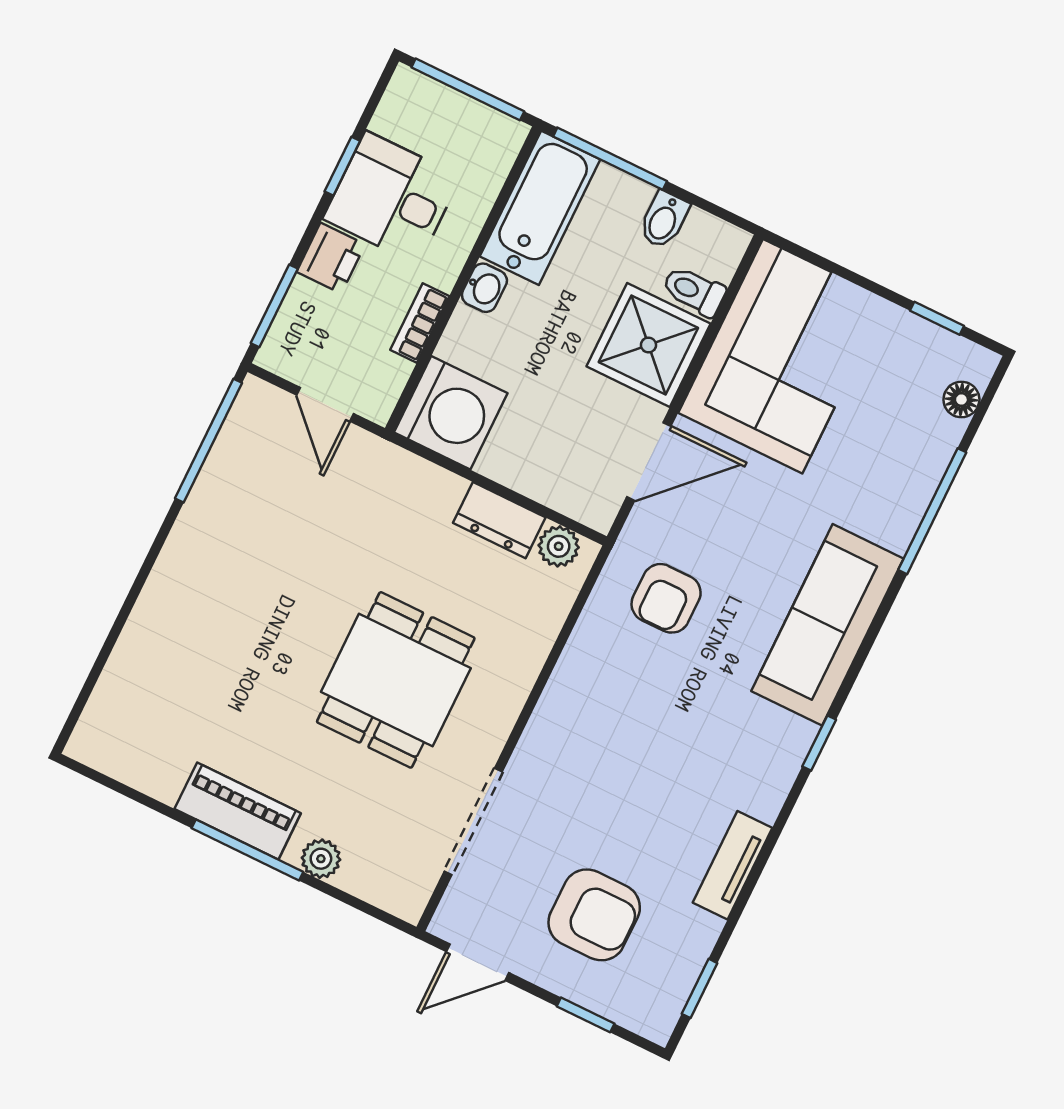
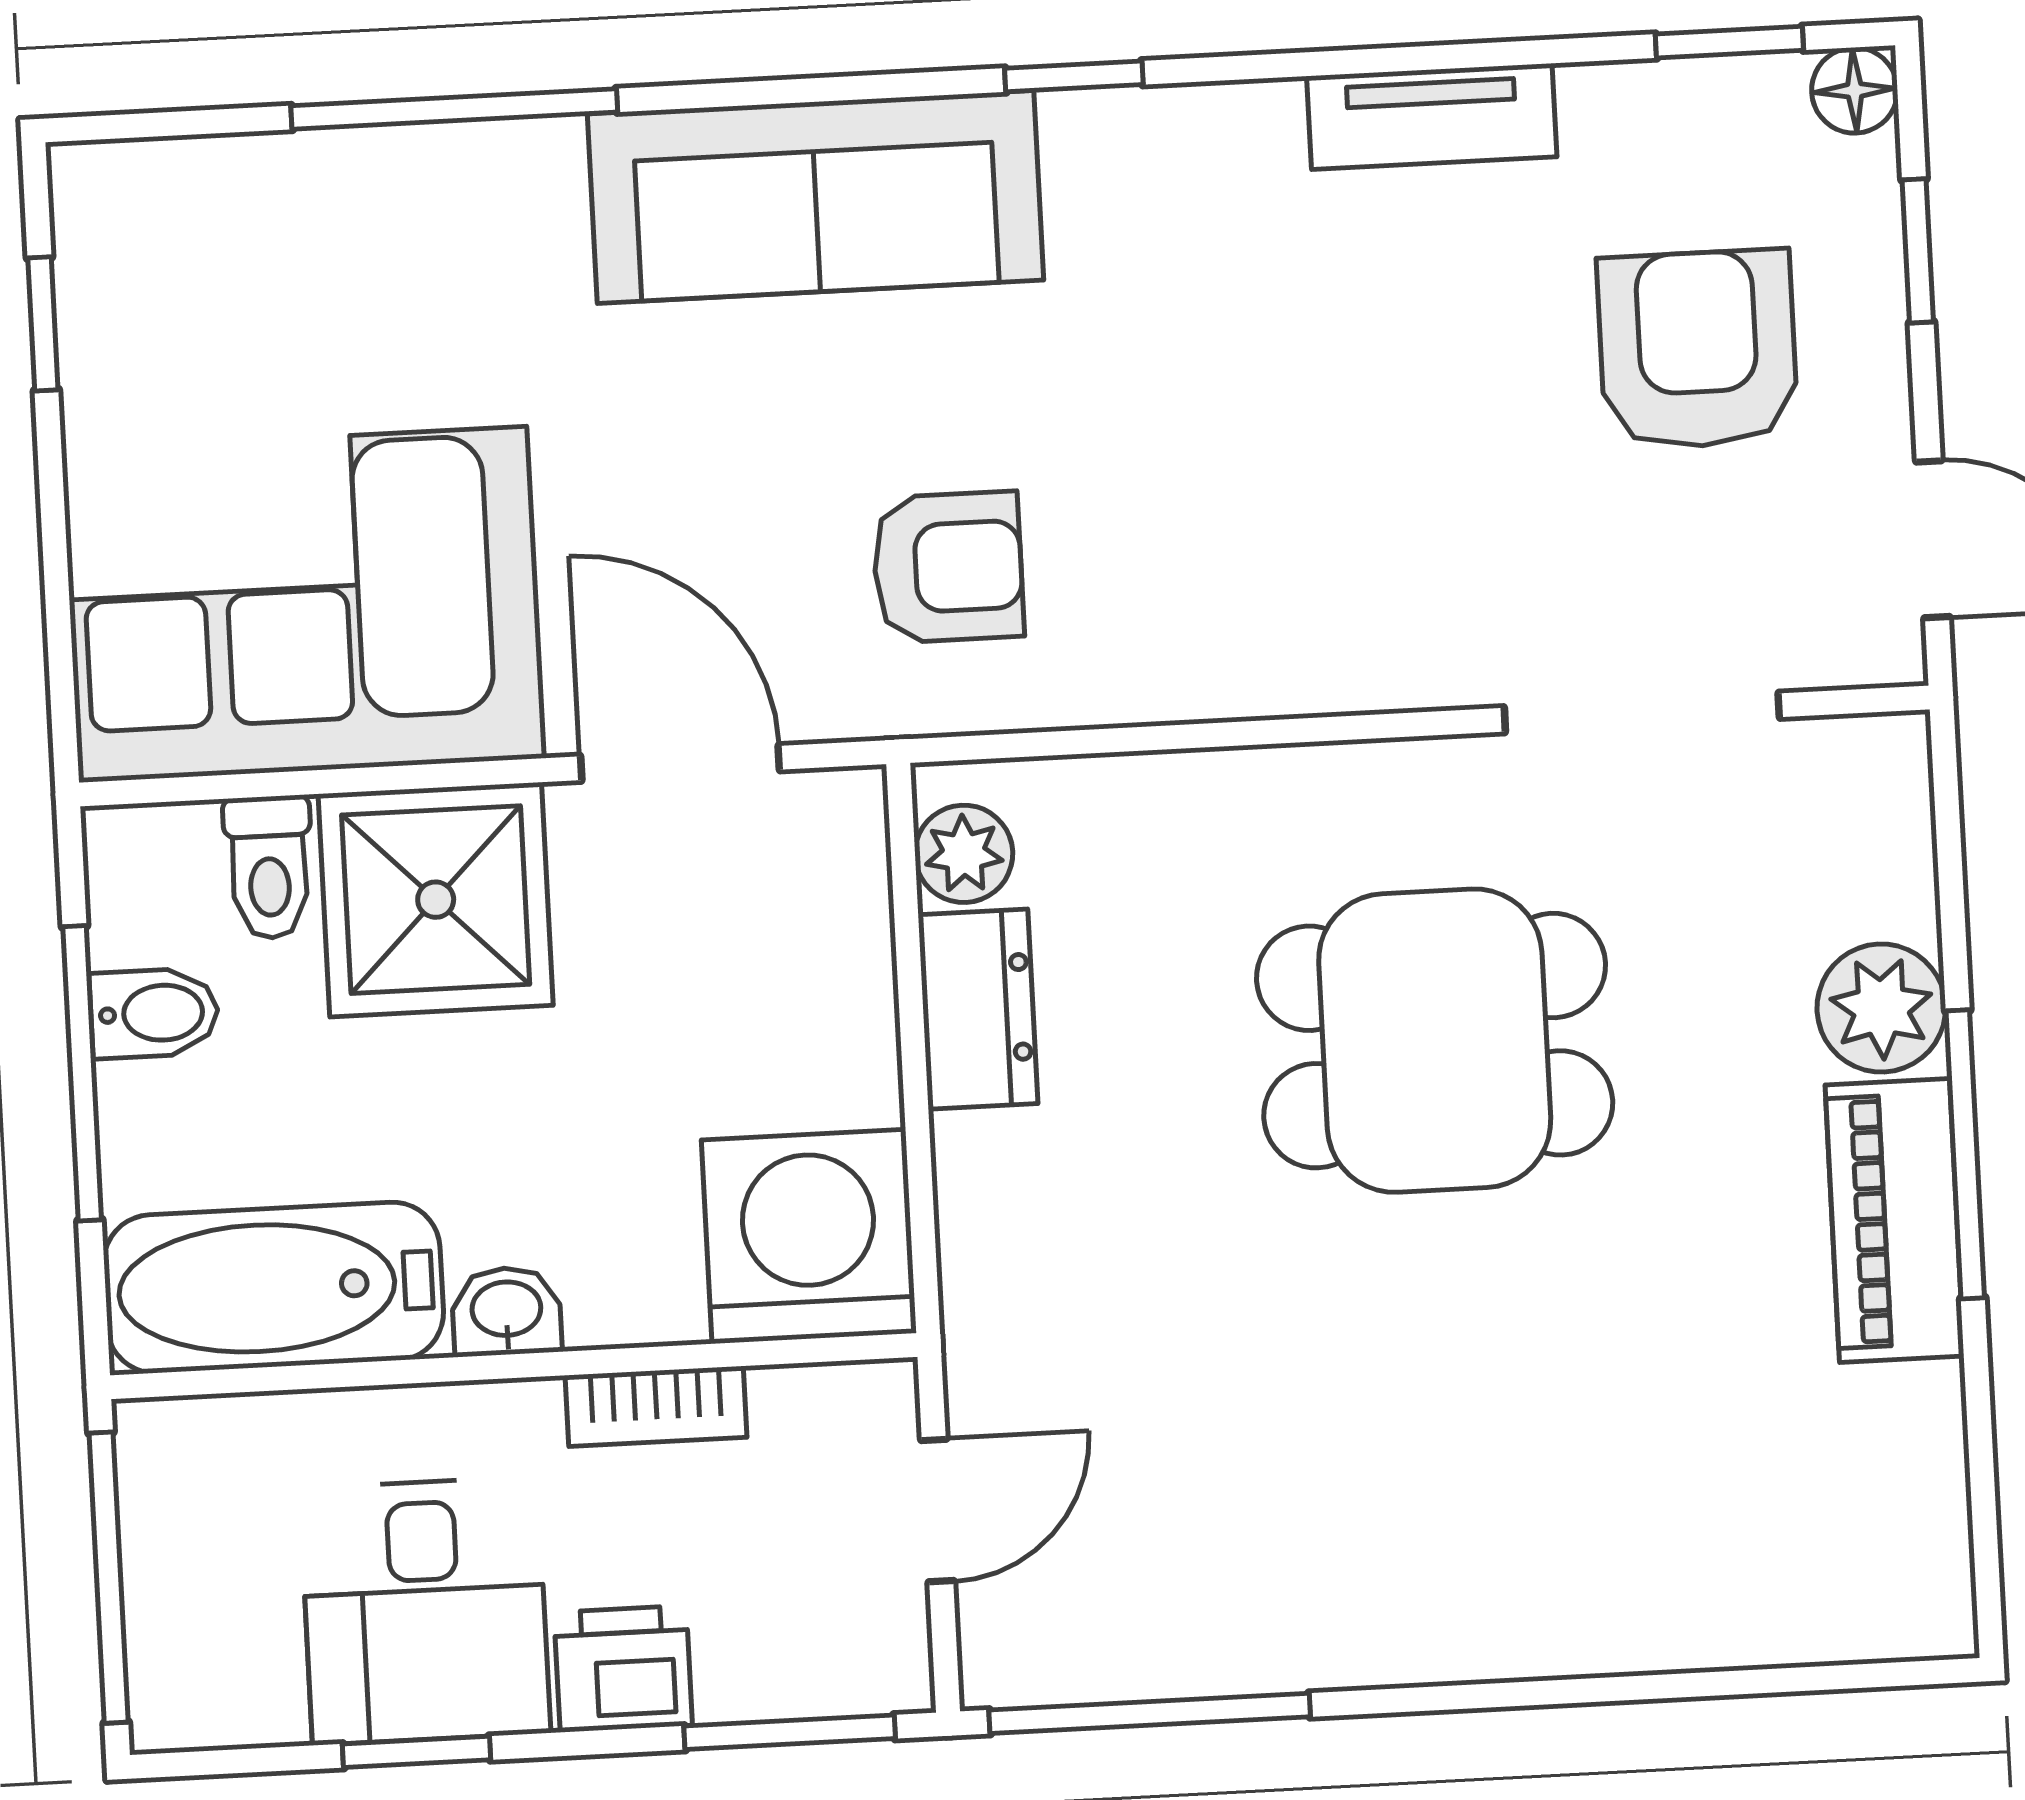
window: (610, 159) -> (82, 1073), moved
floor lamp: (961, 399) -> (1855, 90), moved
plant: (321, 859) -> (1881, 1008), width x1.38, depth x1.38

